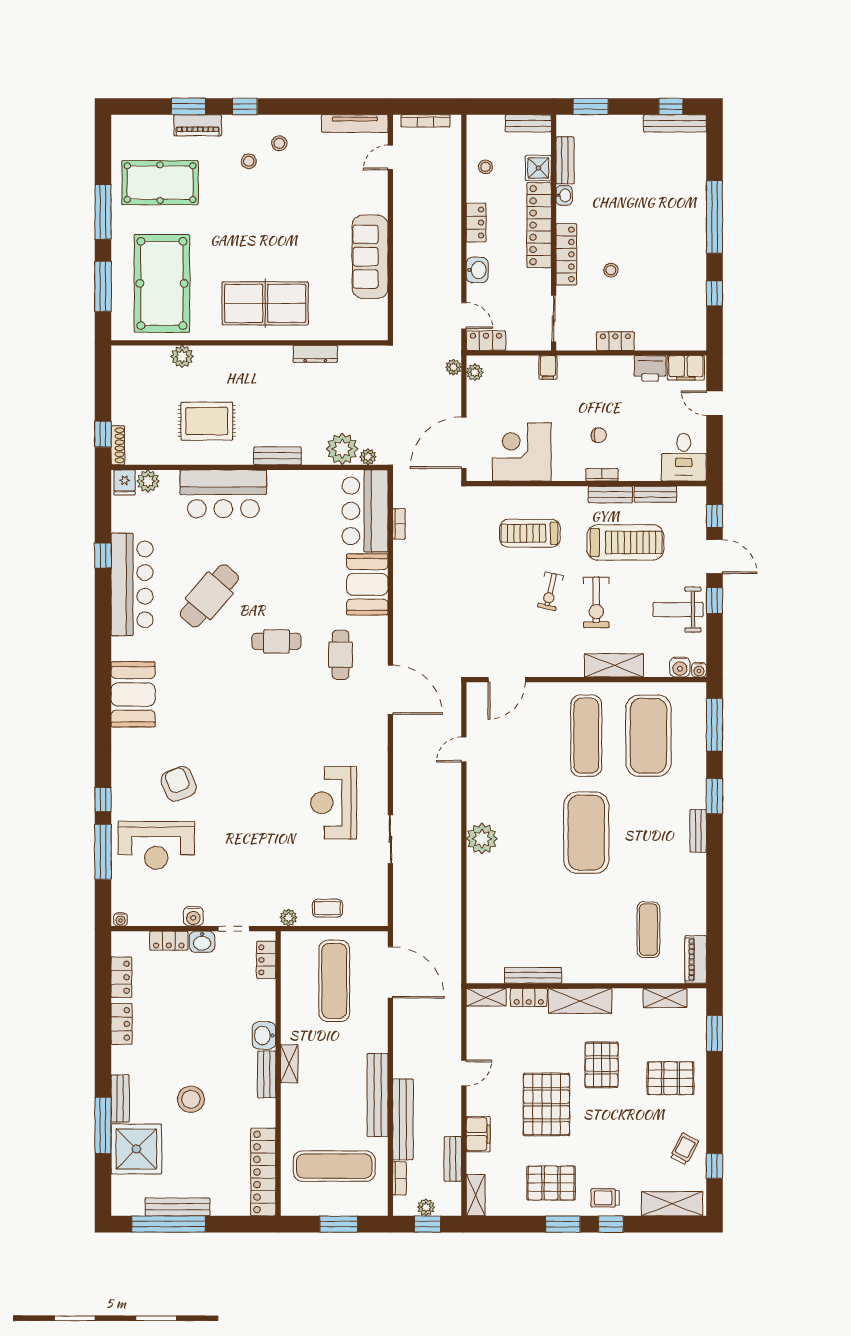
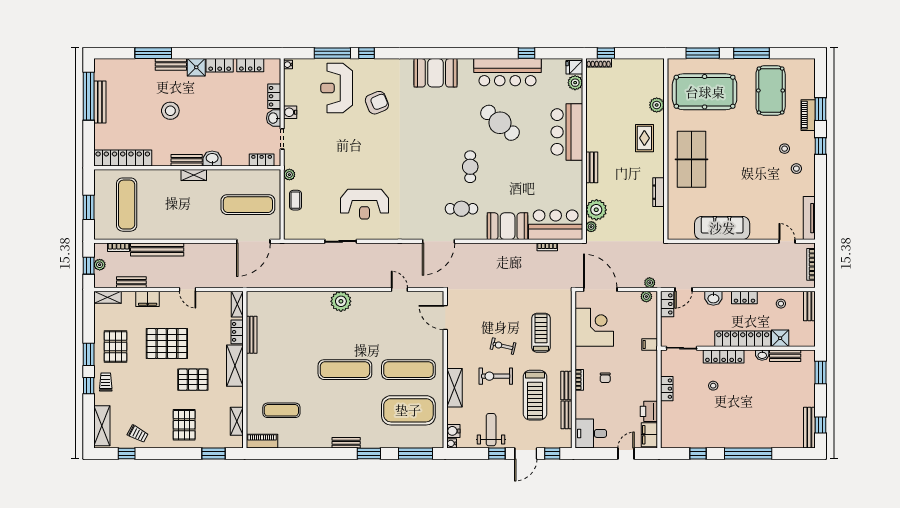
bench: (528, 123) -> (809, 306), moved
rug: (207, 421) -> (644, 138), moved, width x0.73, depth x0.70
reception desk: (334, 803) -> (364, 204), turned 180
exercise mat: (586, 833) -> (345, 370), width x0.68
bench: (378, 1095) -> (173, 233), removed
shower: (136, 1149) -> (196, 67), moved, width x0.54, depth x0.54

